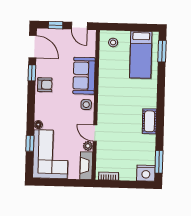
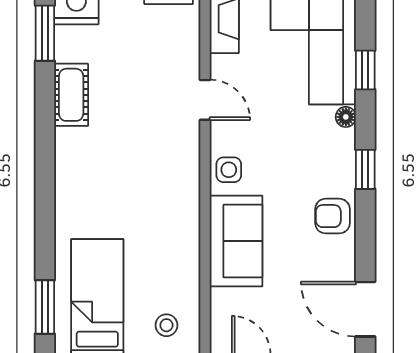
window: (32, 73) -> (365, 169), moved
cot: (149, 121) -> (71, 95), moved
plant: (88, 146) -> (222, 67), removed

